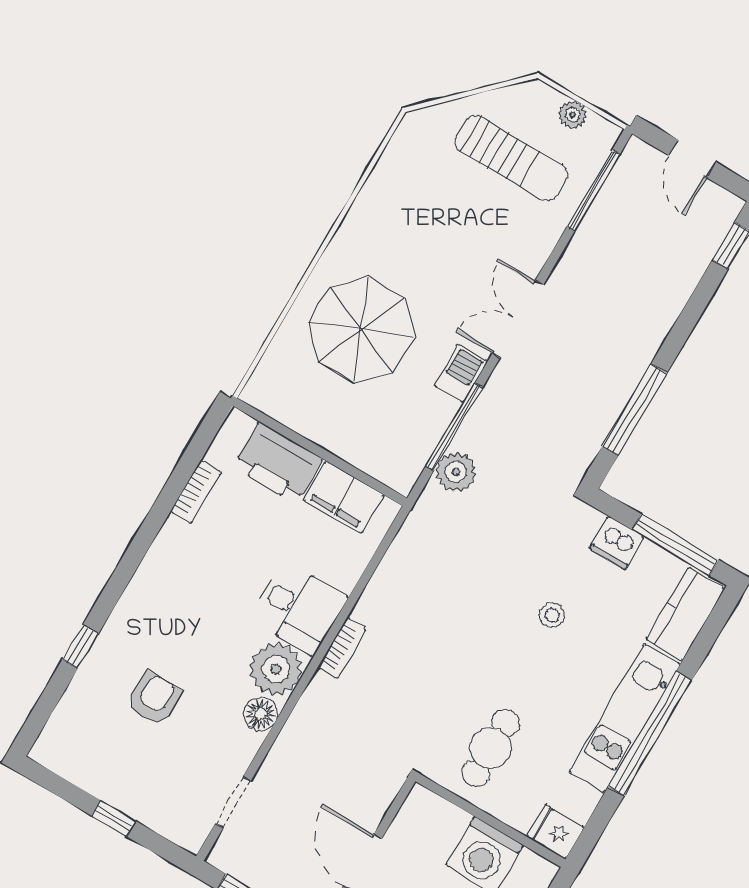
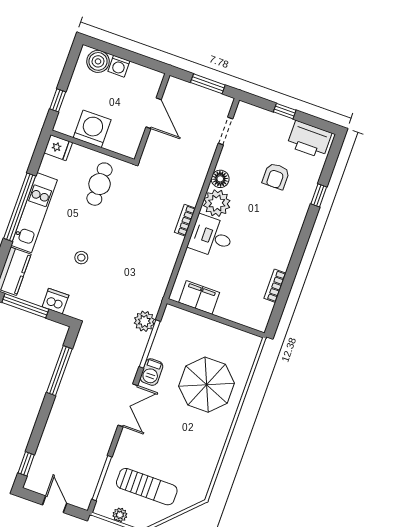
sun lounger: (512, 158) -> (147, 487), turned 180
printer: (278, 463) -> (309, 139), moved, turned 180

